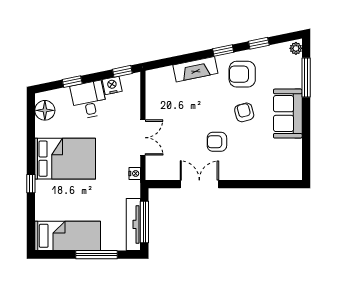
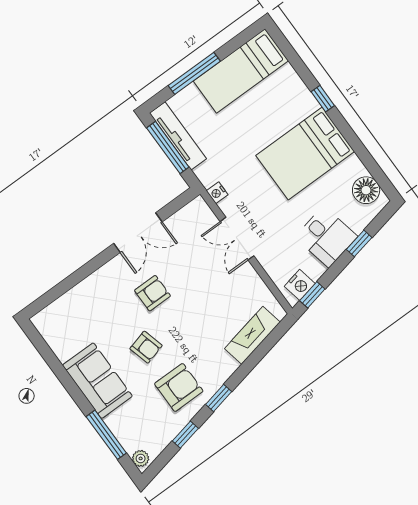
fireplace: (195, 69) -> (252, 335), moved
nightstand: (112, 85) -> (300, 285), moved

